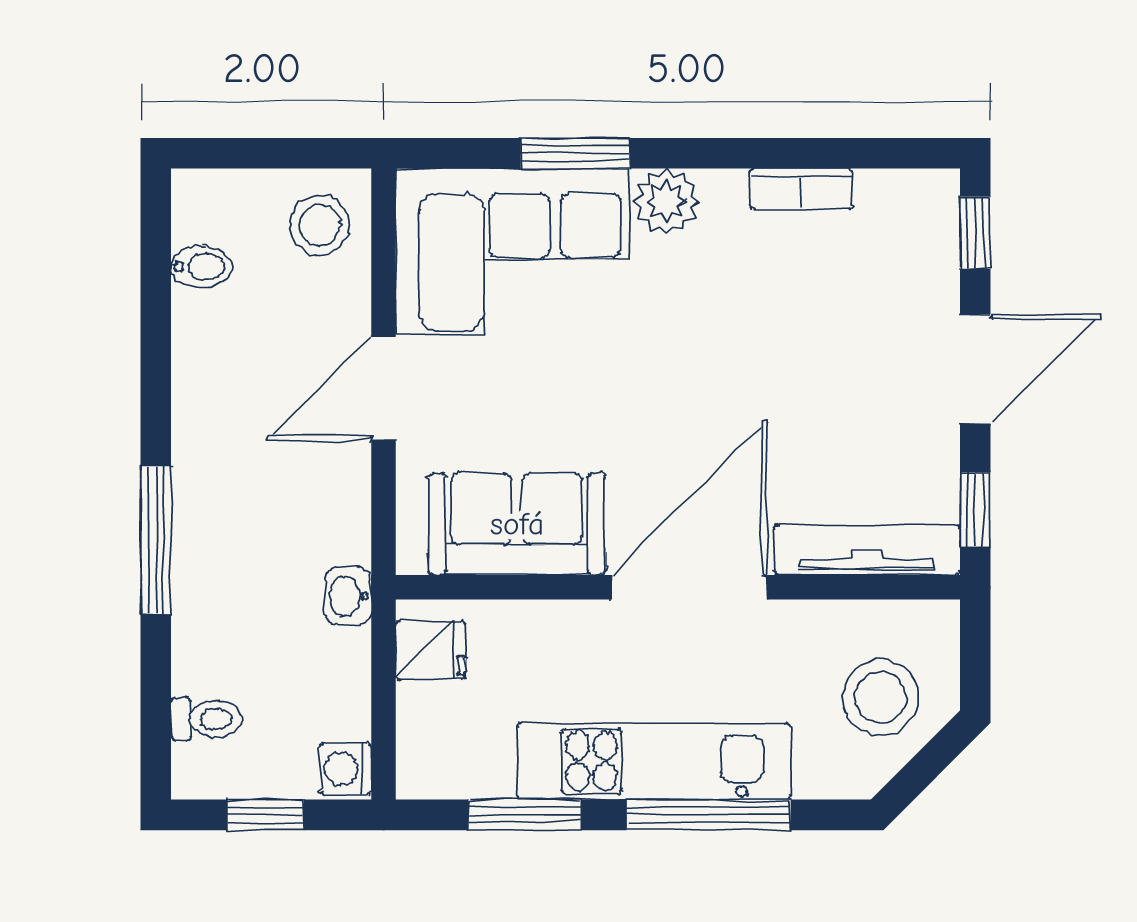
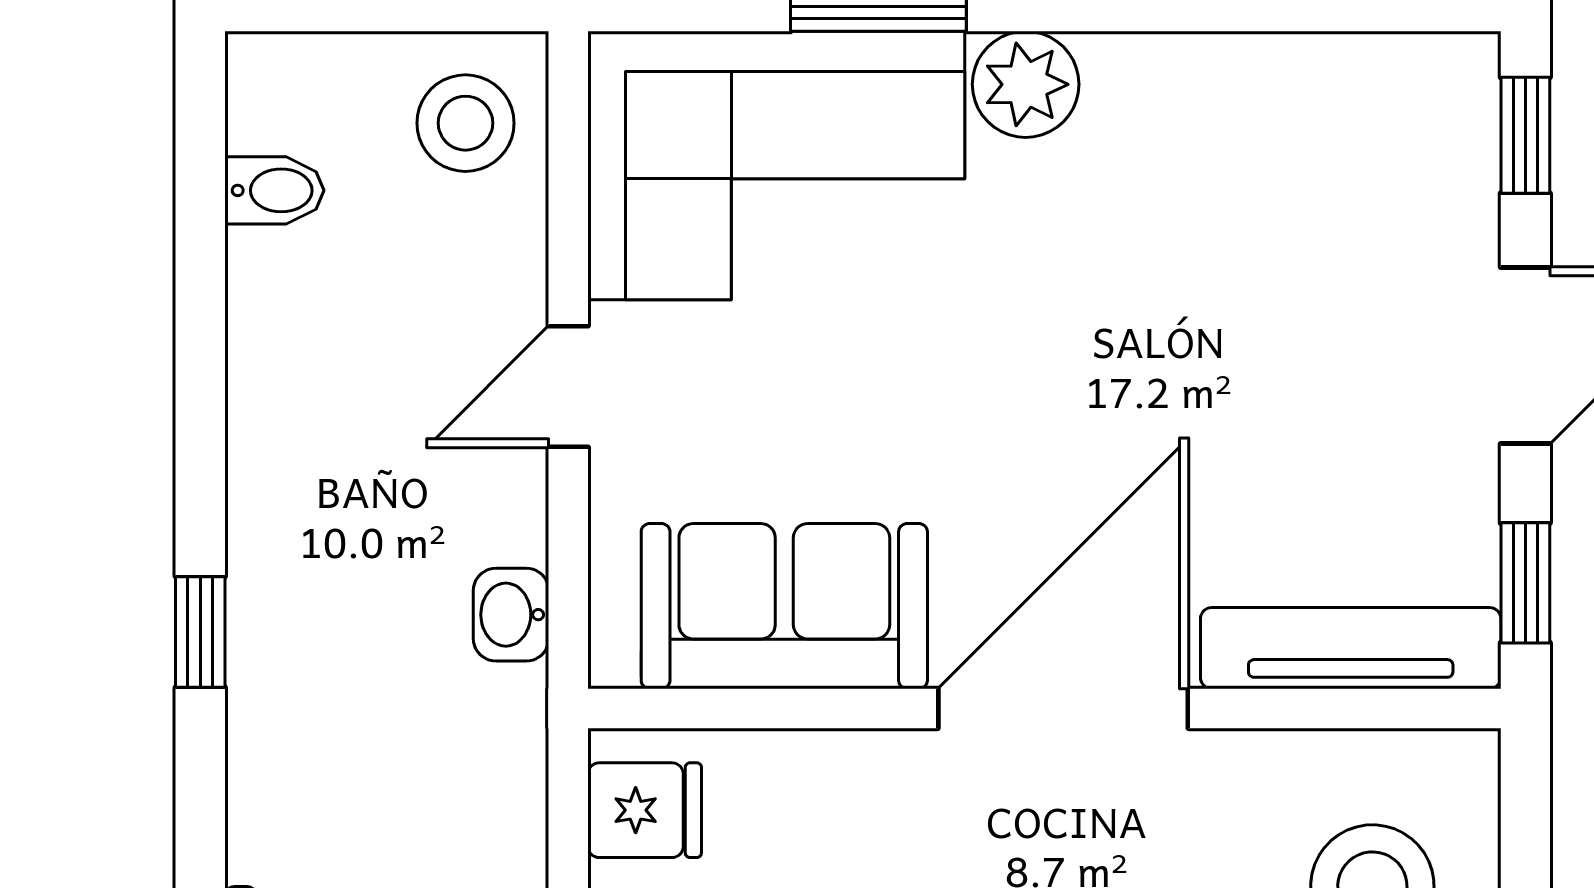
bookcase: (801, 189) -> (1244, 64), removed
door: (383, 388) -> (568, 387), width x0.73
window: (156, 540) -> (200, 632), width x0.46
washbasin: (348, 596) -> (511, 615), moved

